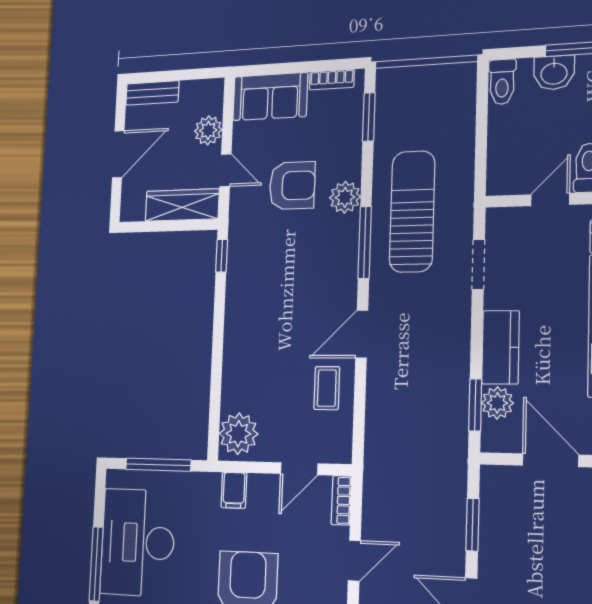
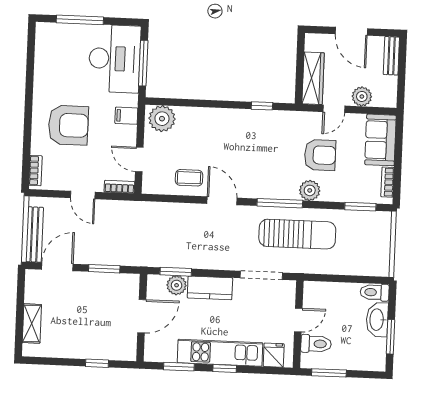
washbasin: (554, 73) -> (377, 320), width x1.38
armchair: (292, 186) -> (320, 155), turned -90
door: (550, 200) -> (298, 320), hinge flipped
window: (222, 256) -> (262, 106), moved
doorway: (478, 264) -> (261, 275), width x1.38
desk: (138, 542) -> (115, 59), moved, turned 90

